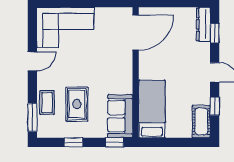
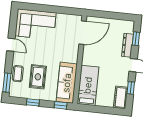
dresser: (203, 24) -> (128, 45), moved
door: (32, 61) -> (11, 45), hinge flipped
sofa: (120, 116) -> (67, 83), width x1.36

